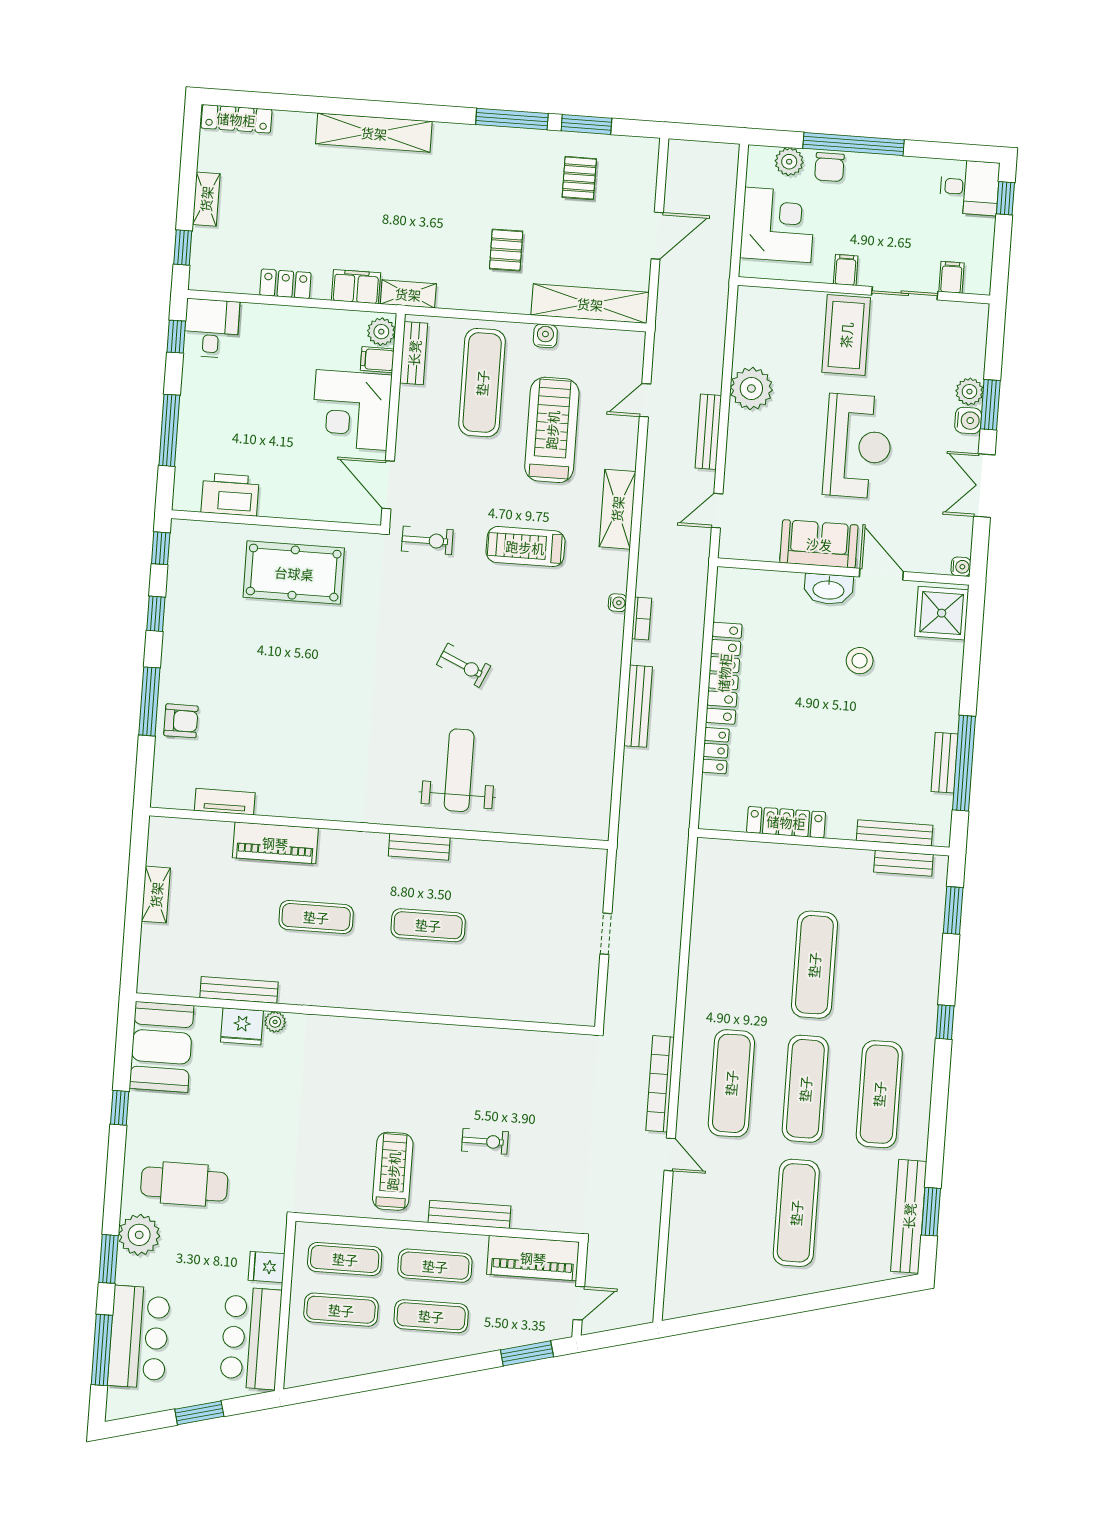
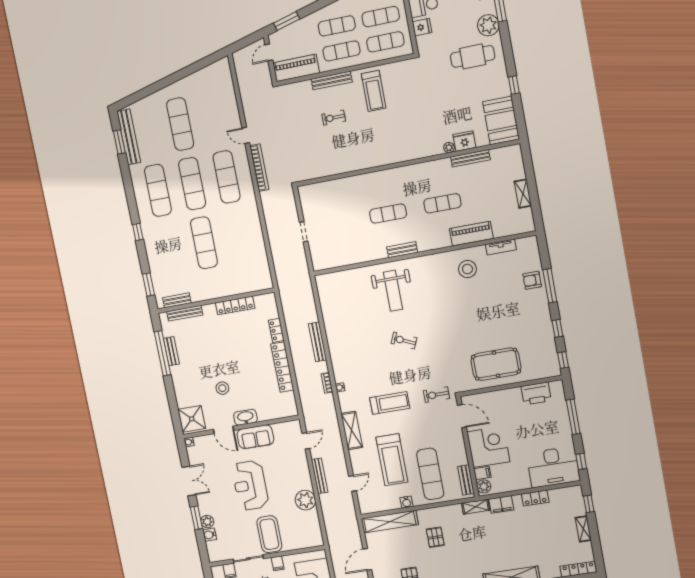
desk: (211, 328) -> (553, 467), width x1.87, depth x1.30
water cooler: (968, 420) -> (210, 535), moved
stool: (301, 775) -> (467, 269), added

